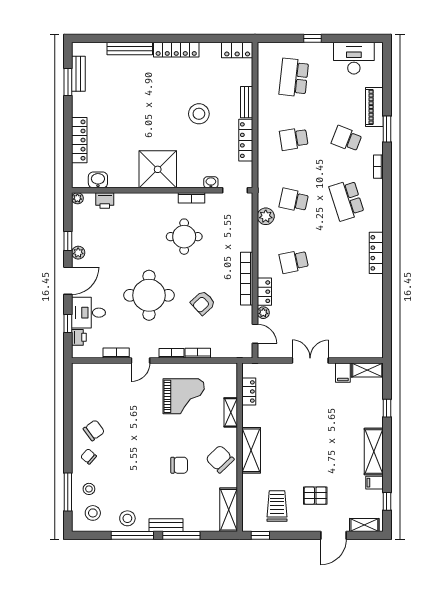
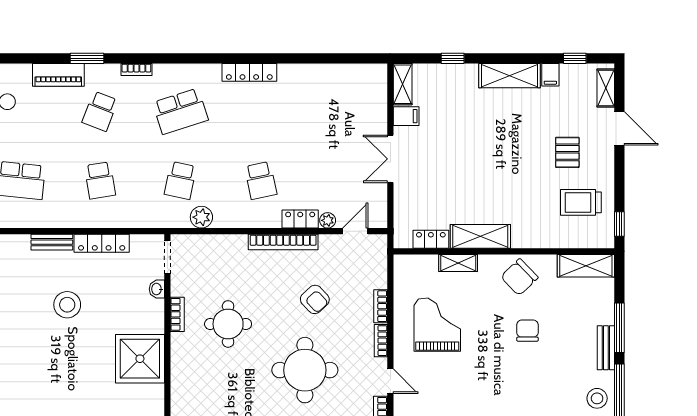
shelving: (251, 450) -> (480, 236), moved

